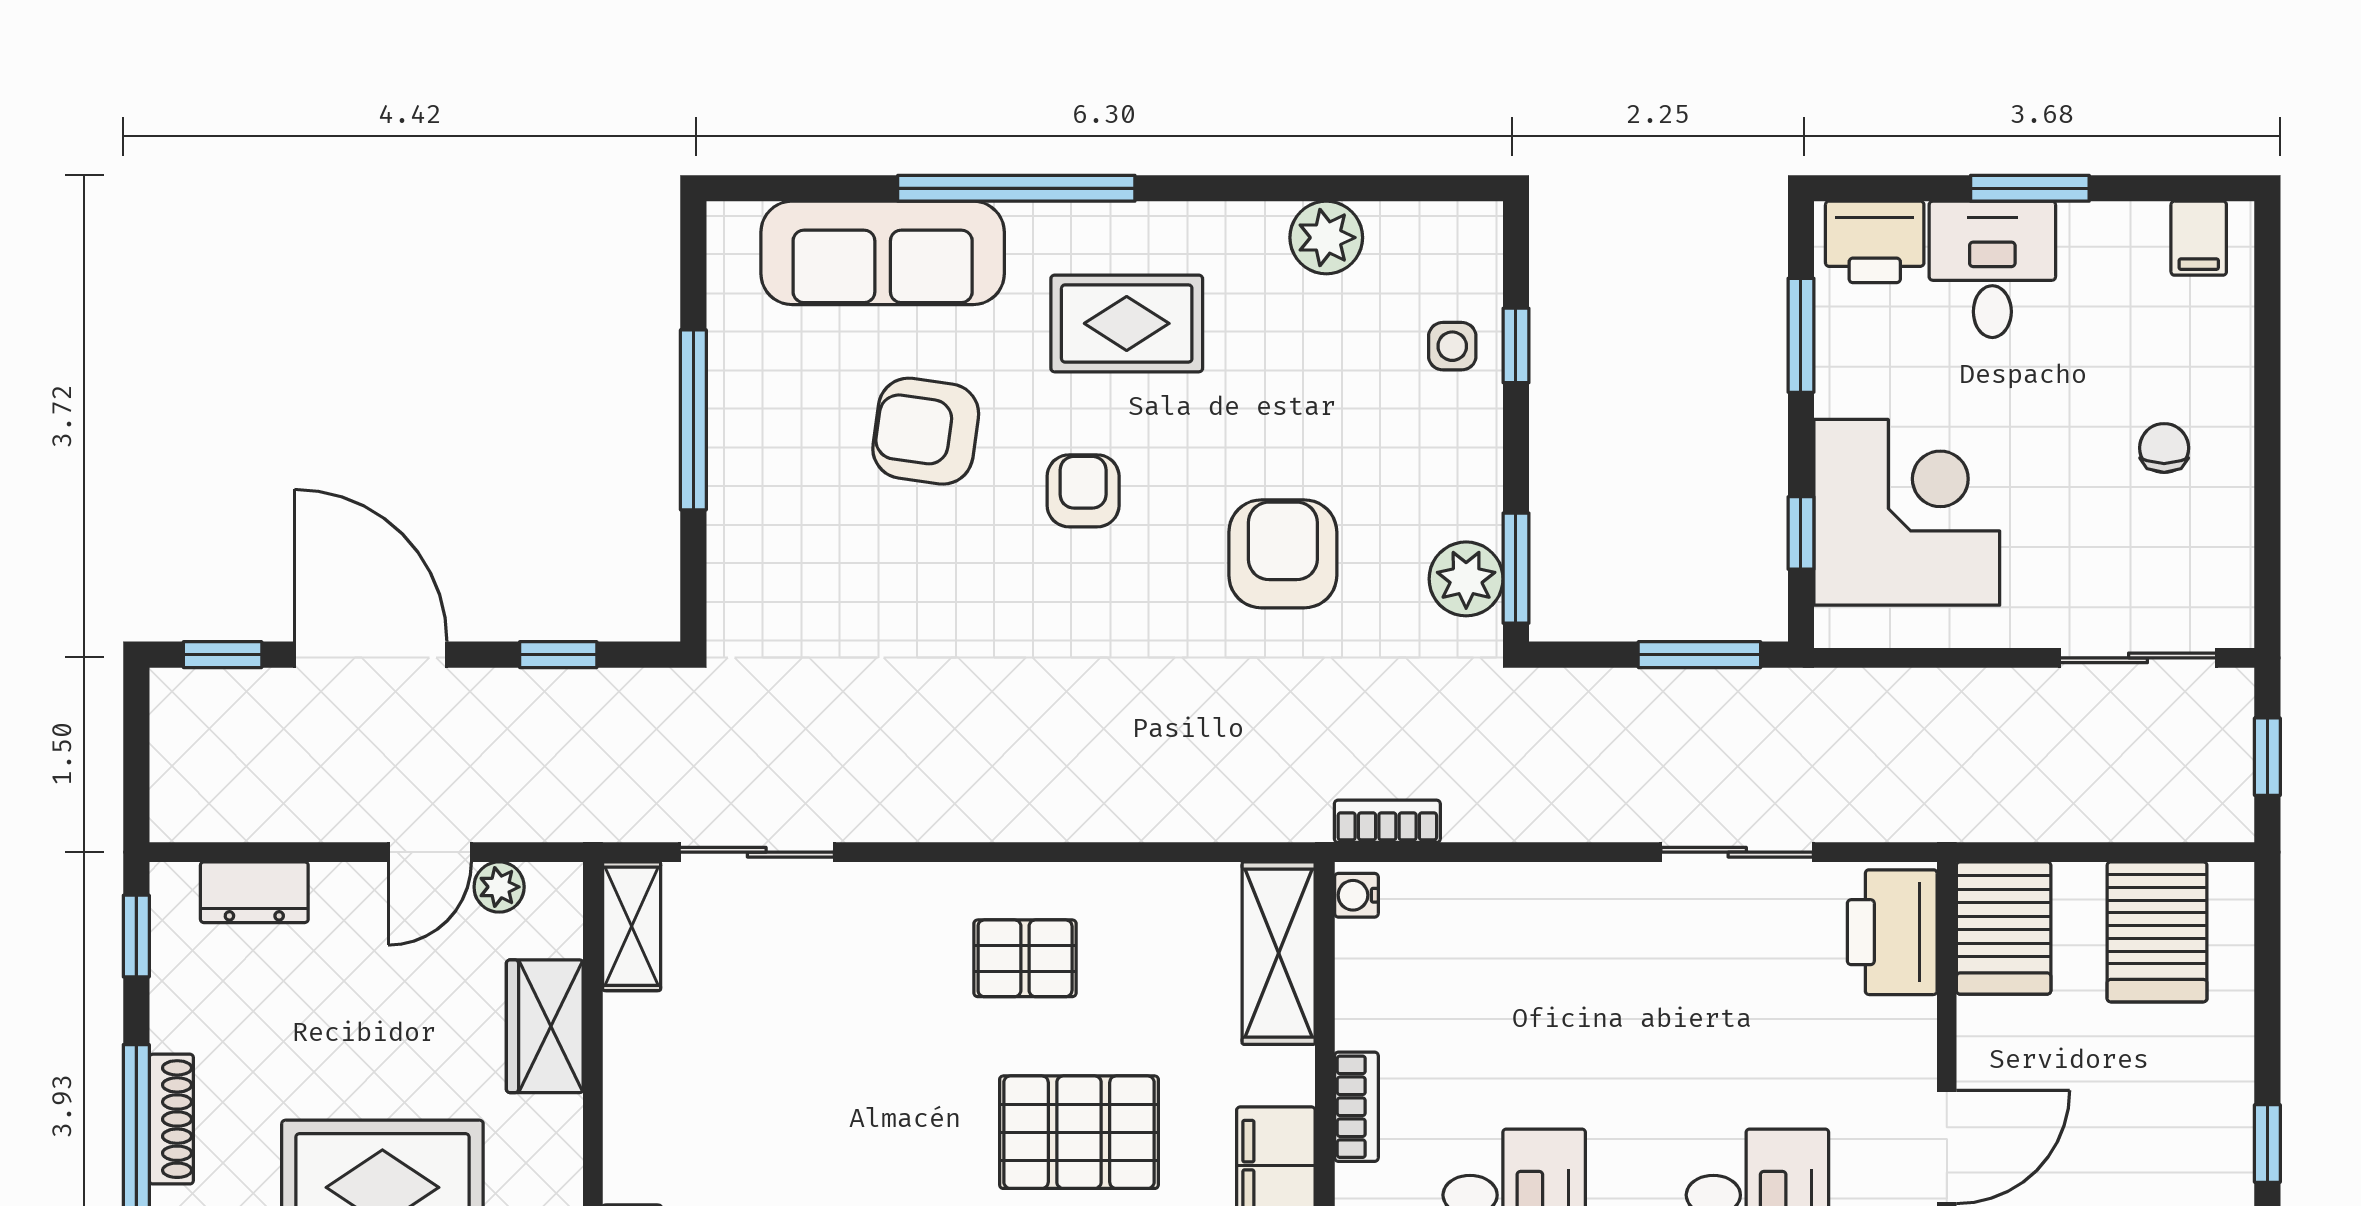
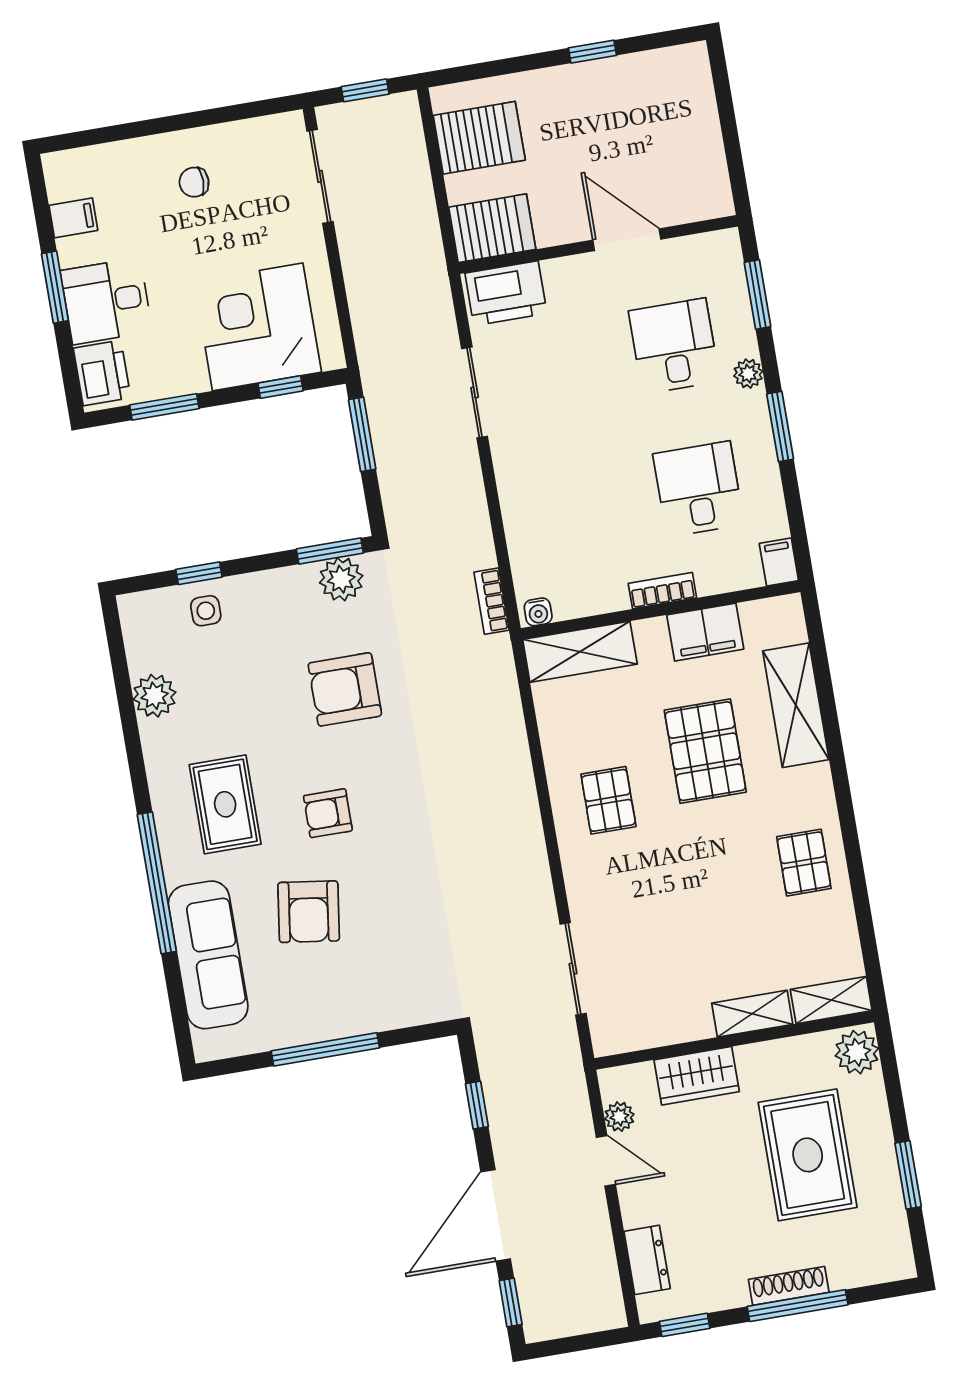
filing cabinet: (2199, 238) -> (73, 218), moved
shelving: (632, 926) -> (752, 1014), moved

